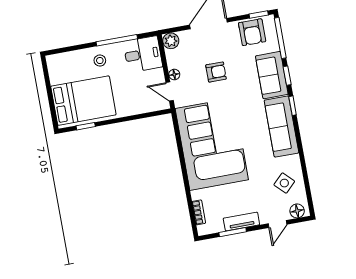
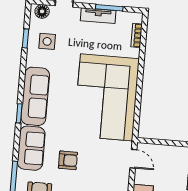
armchair: (216, 72) -> (68, 160), moved, turned 180
floor lamp: (174, 75) -> (124, 174), removed
window: (287, 76) -> (25, 38), moved
side table: (284, 183) -> (47, 41), turned 45

